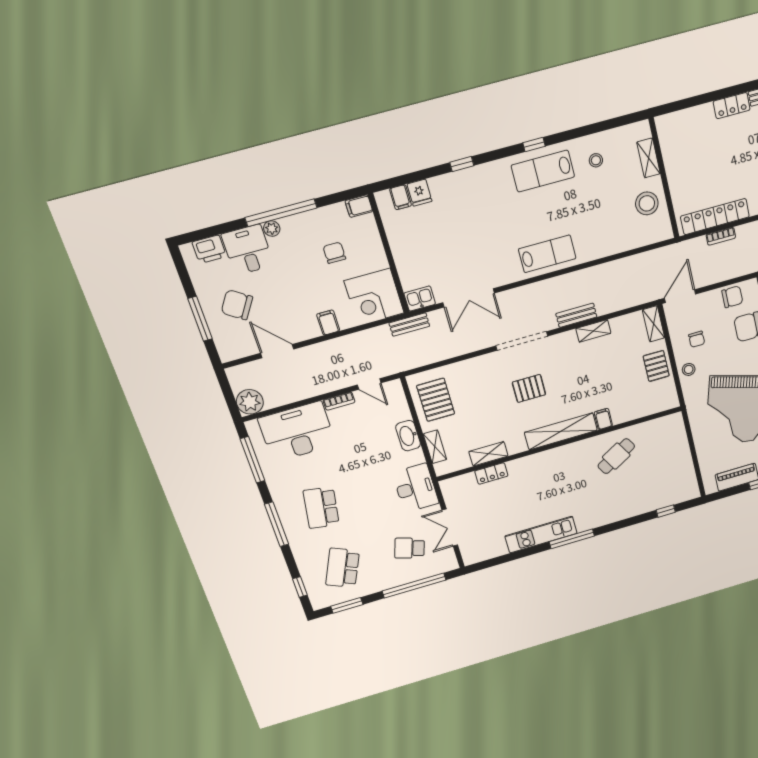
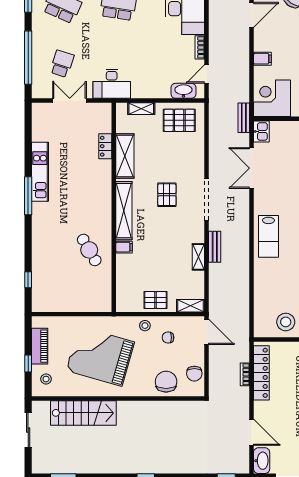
washbasin: (408, 436) -> (183, 91), moved
shelving: (488, 454) -> (125, 156), width x1.50, depth x1.33

